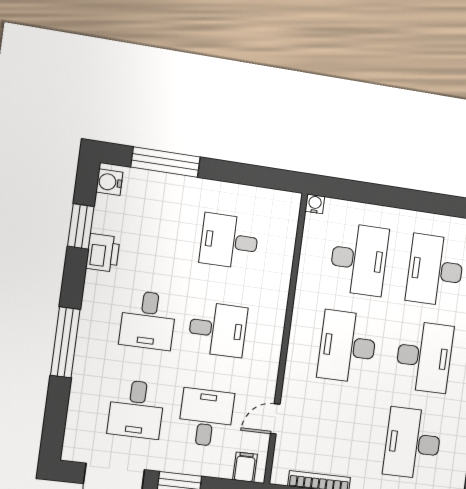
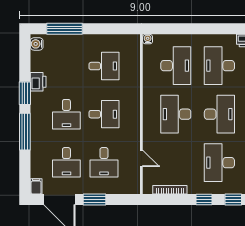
window: (81, 226) -> (25, 93), moved
desk: (229, 241) -> (104, 66), turned 180
desk: (206, 418) -> (104, 162), turned 180
door: (275, 419) -> (141, 158), swing flipped
filing cabinet: (245, 467) -> (36, 186), moved

